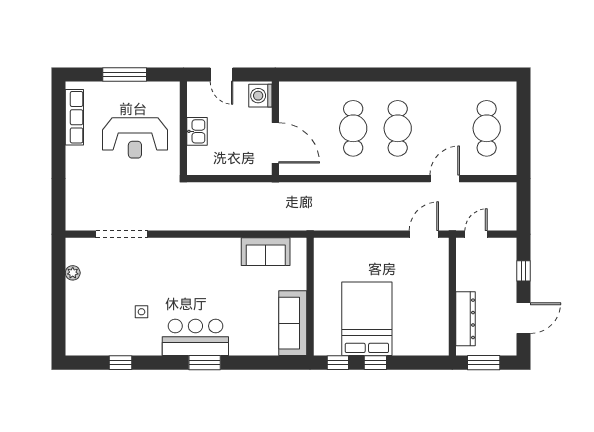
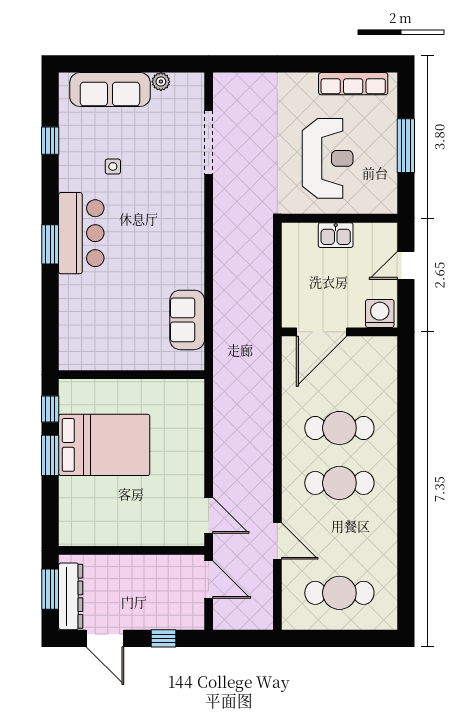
reception desk: (135, 138) -> (328, 158), turned 180
door: (476, 234) -> (209, 580), width x1.38
dresser: (465, 319) -> (71, 596), moved, turned -90
sofa: (293, 323) -> (110, 90), moved, turned 180
window: (375, 363) -> (50, 455), width x1.50

